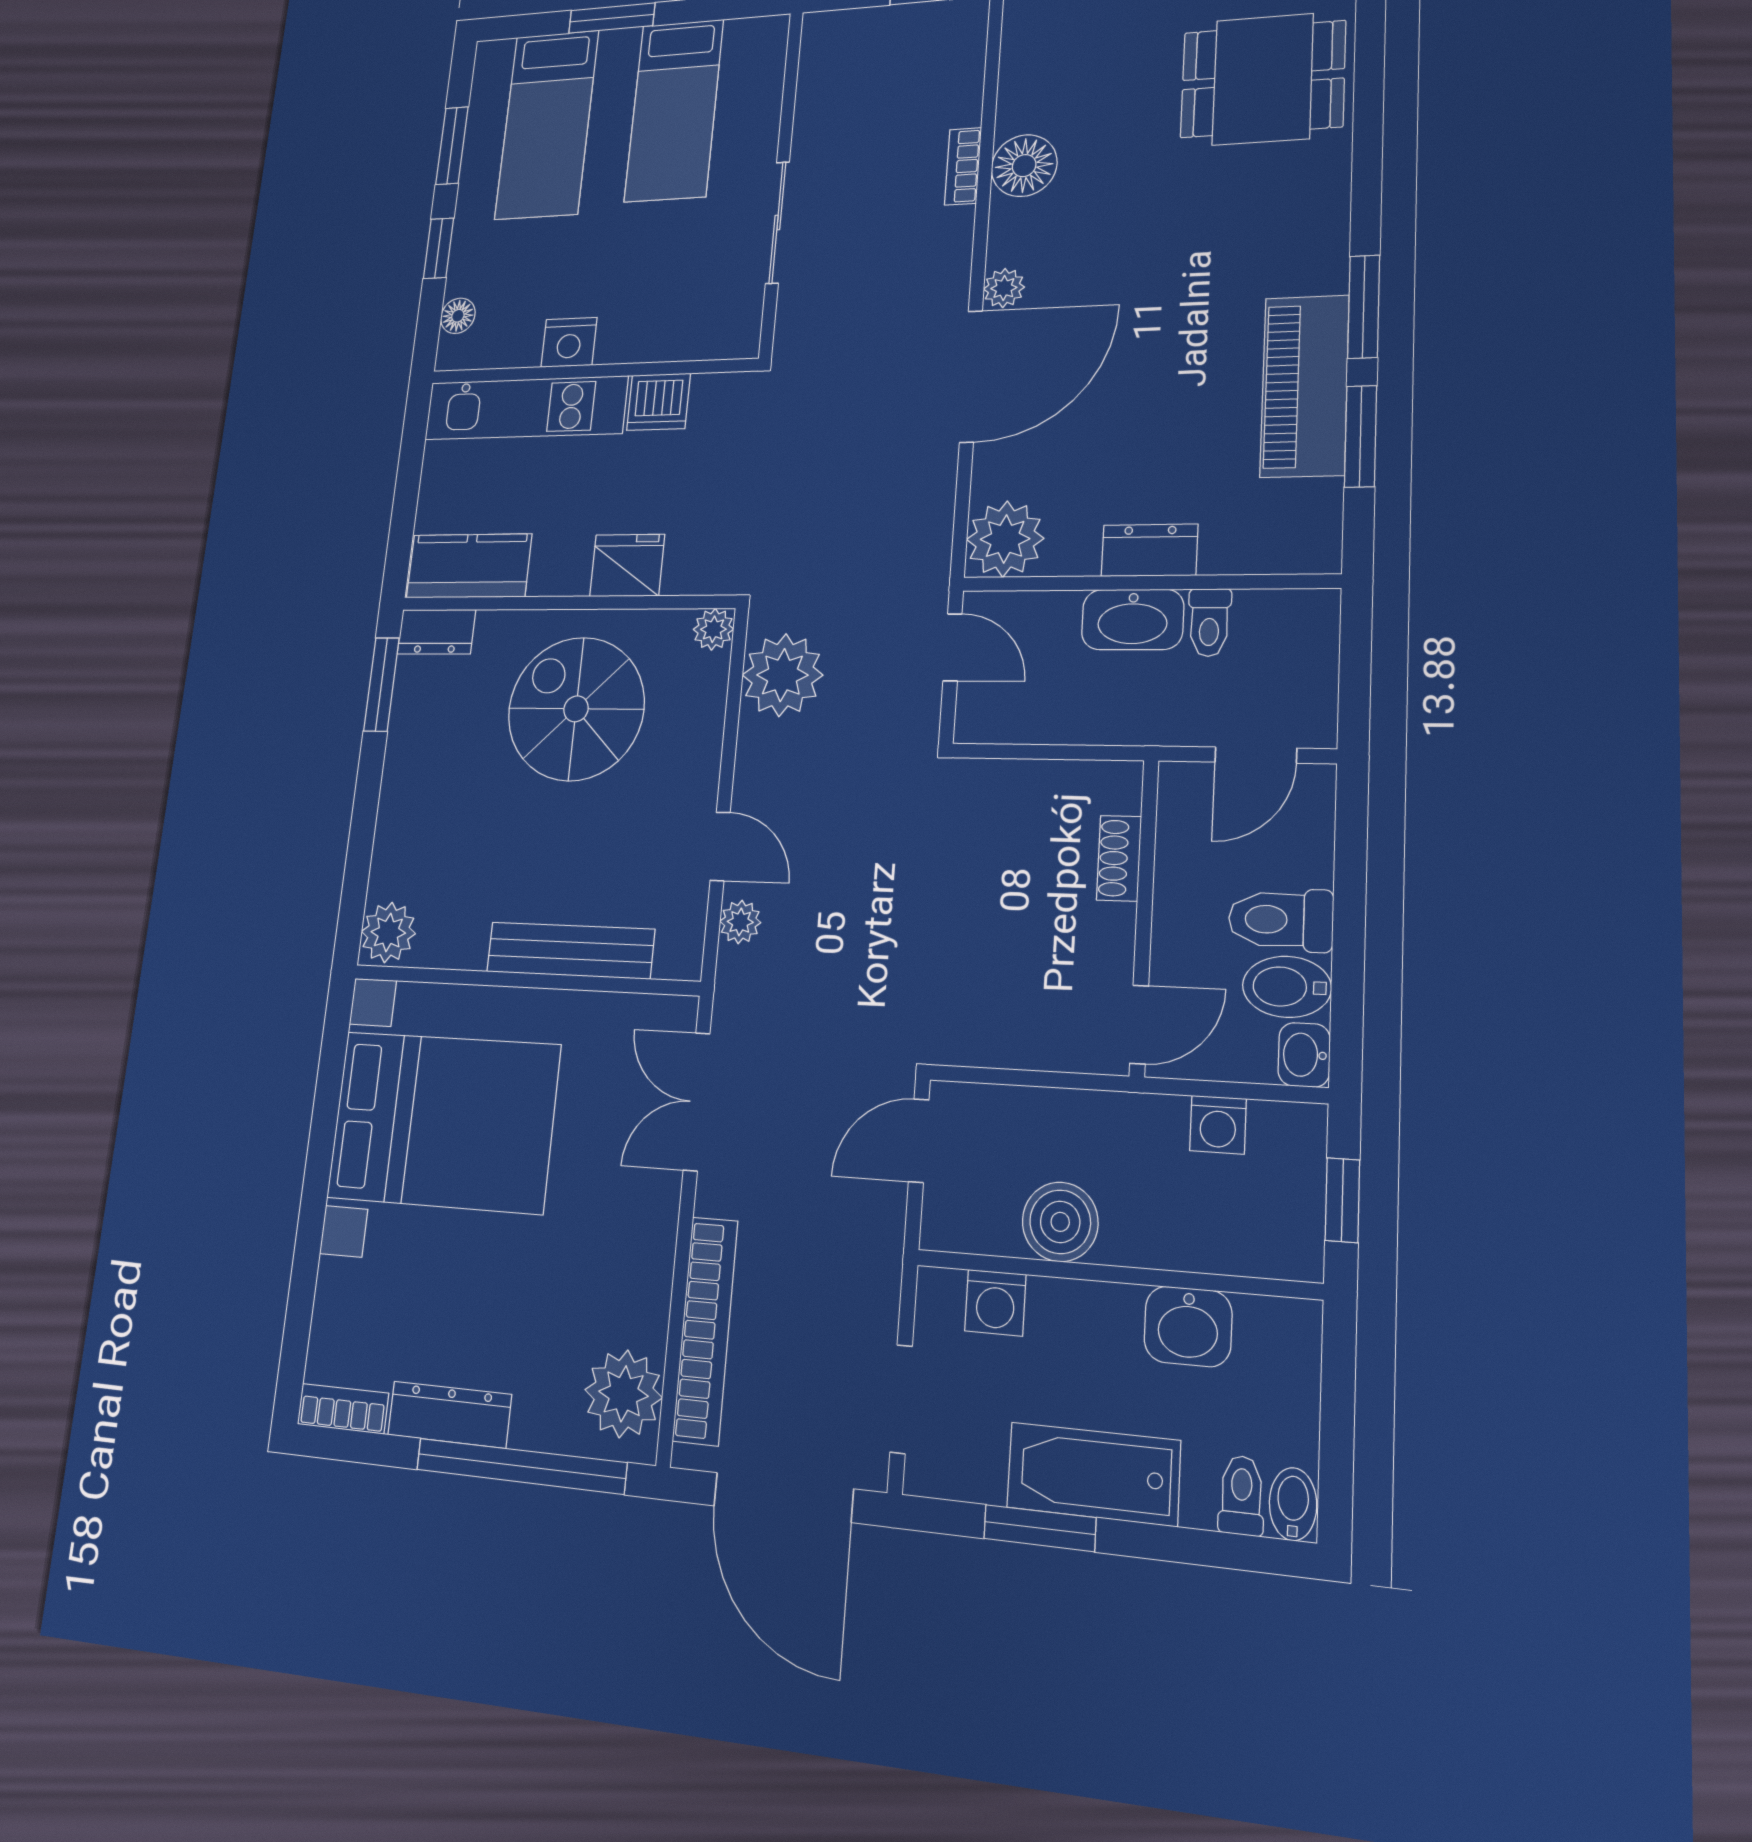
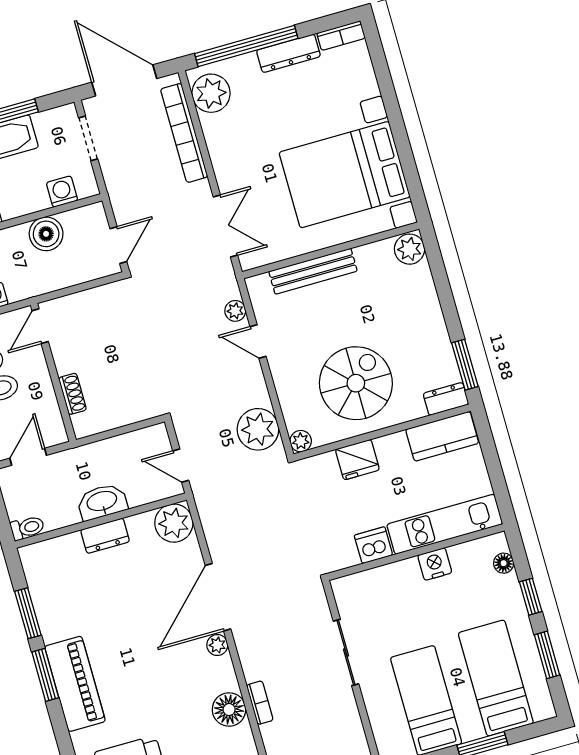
piano: (1305, 386) -> (75, 684), moved
toilet: (1209, 623) -> (27, 528), moved, turned 90
spiral stairs: (576, 709) -> (356, 383), turned -90

